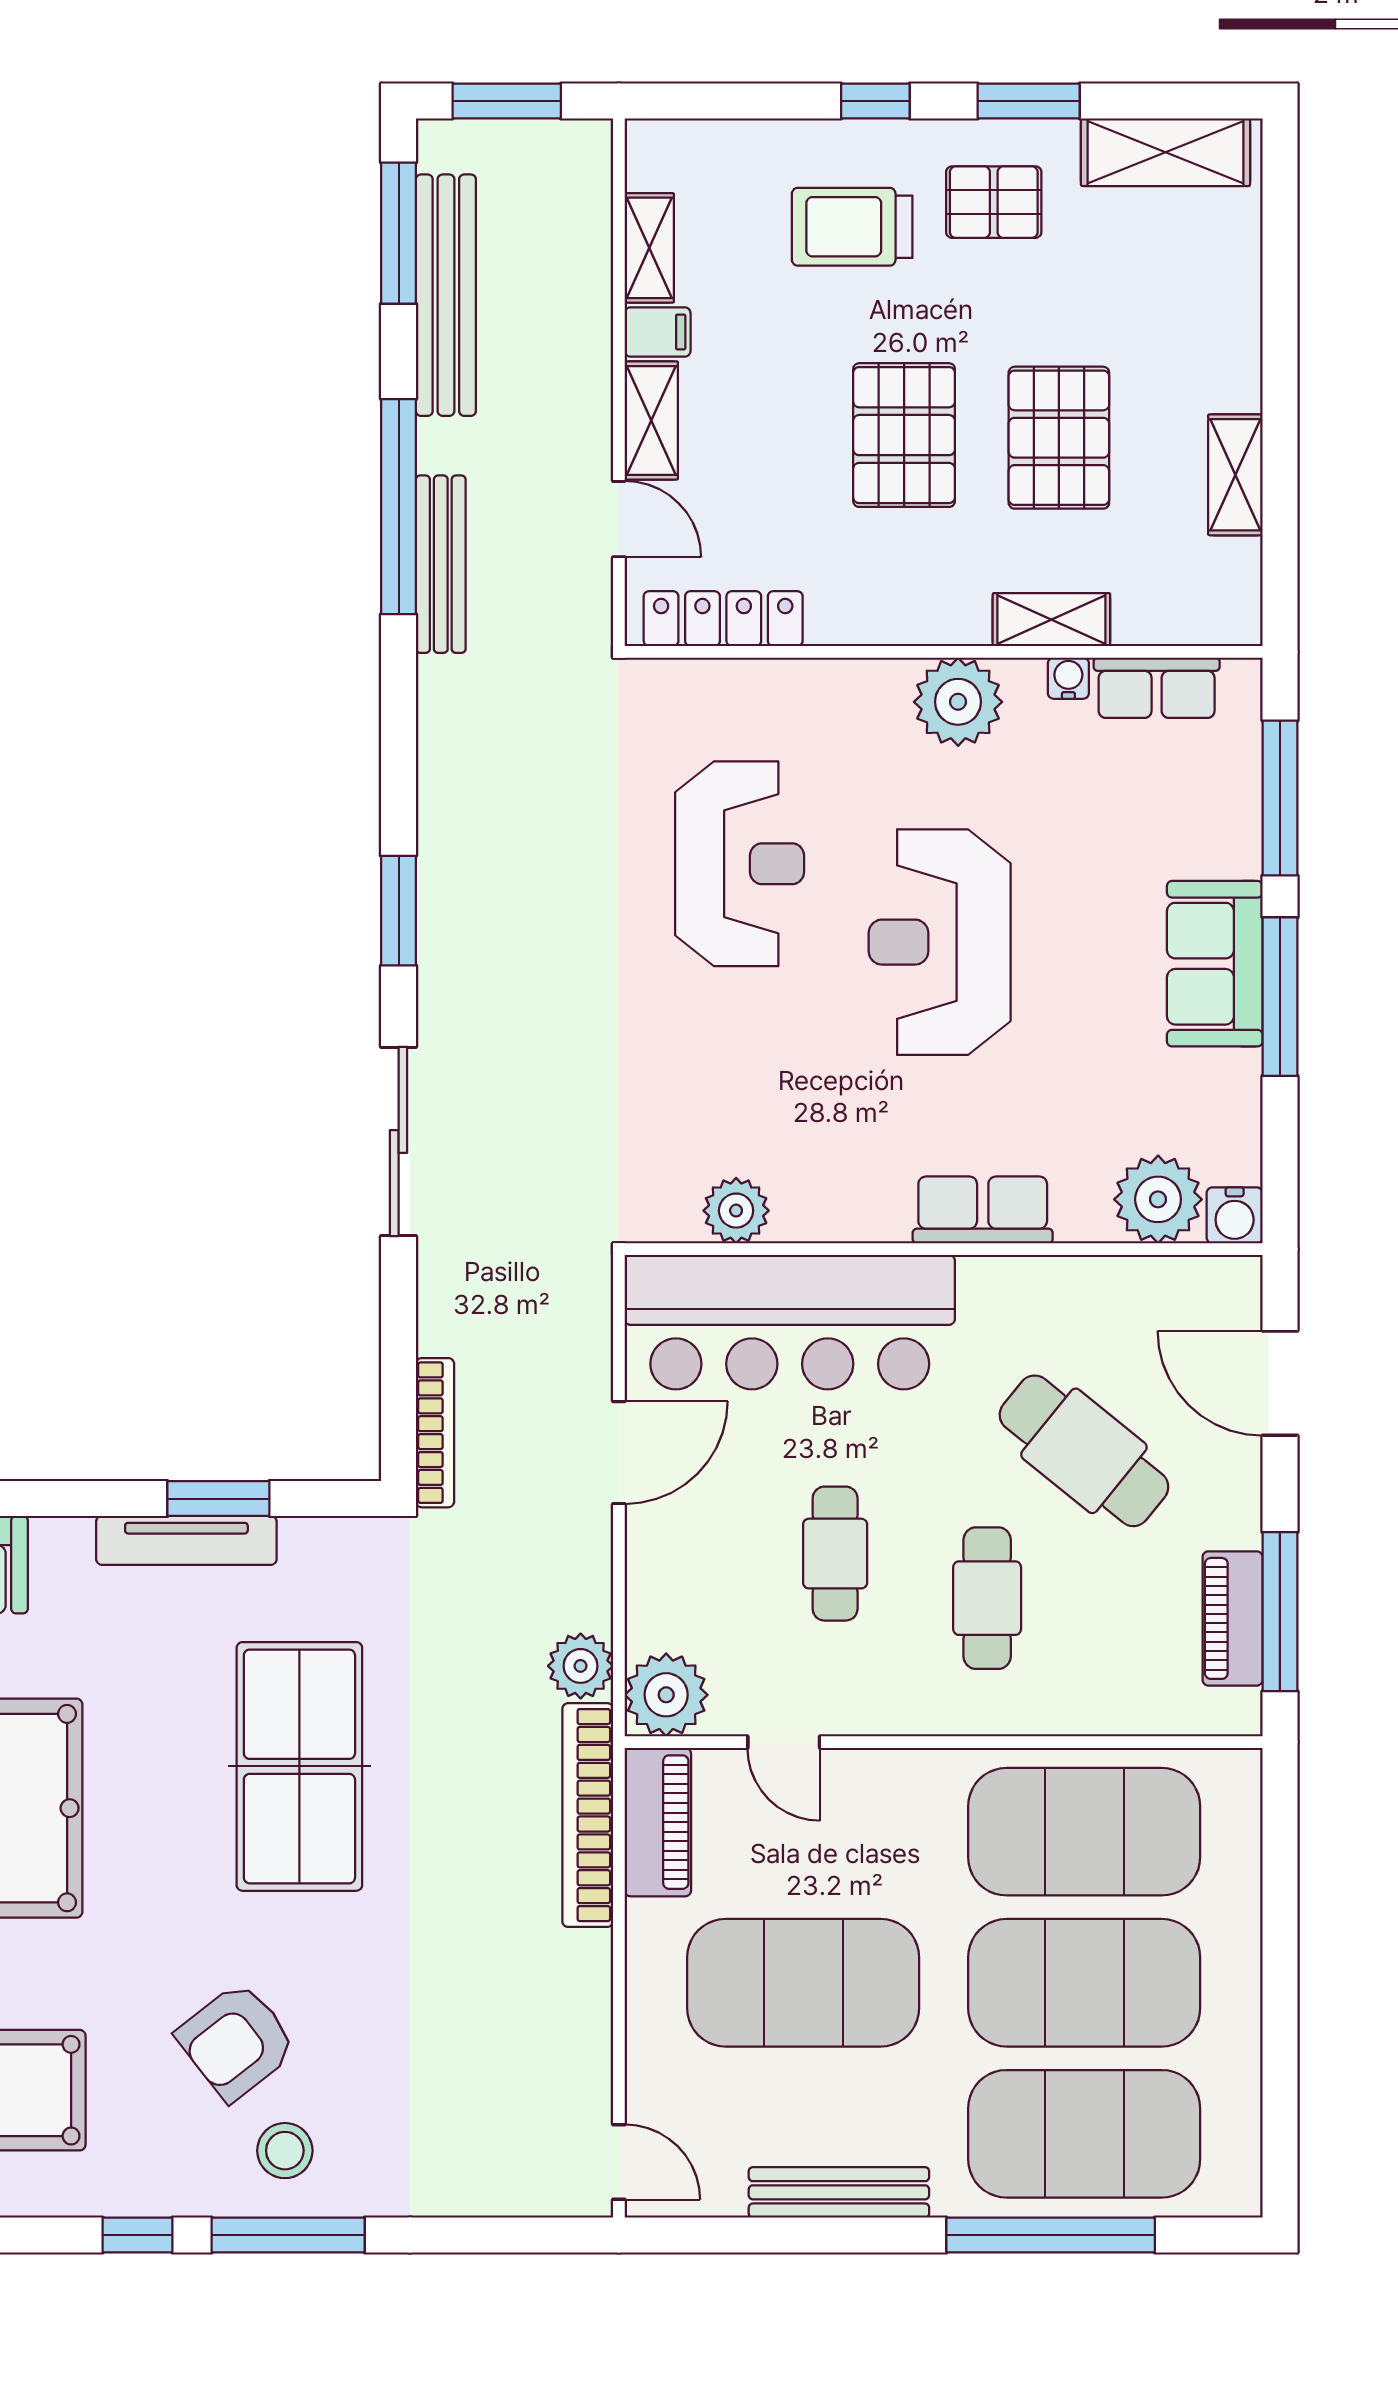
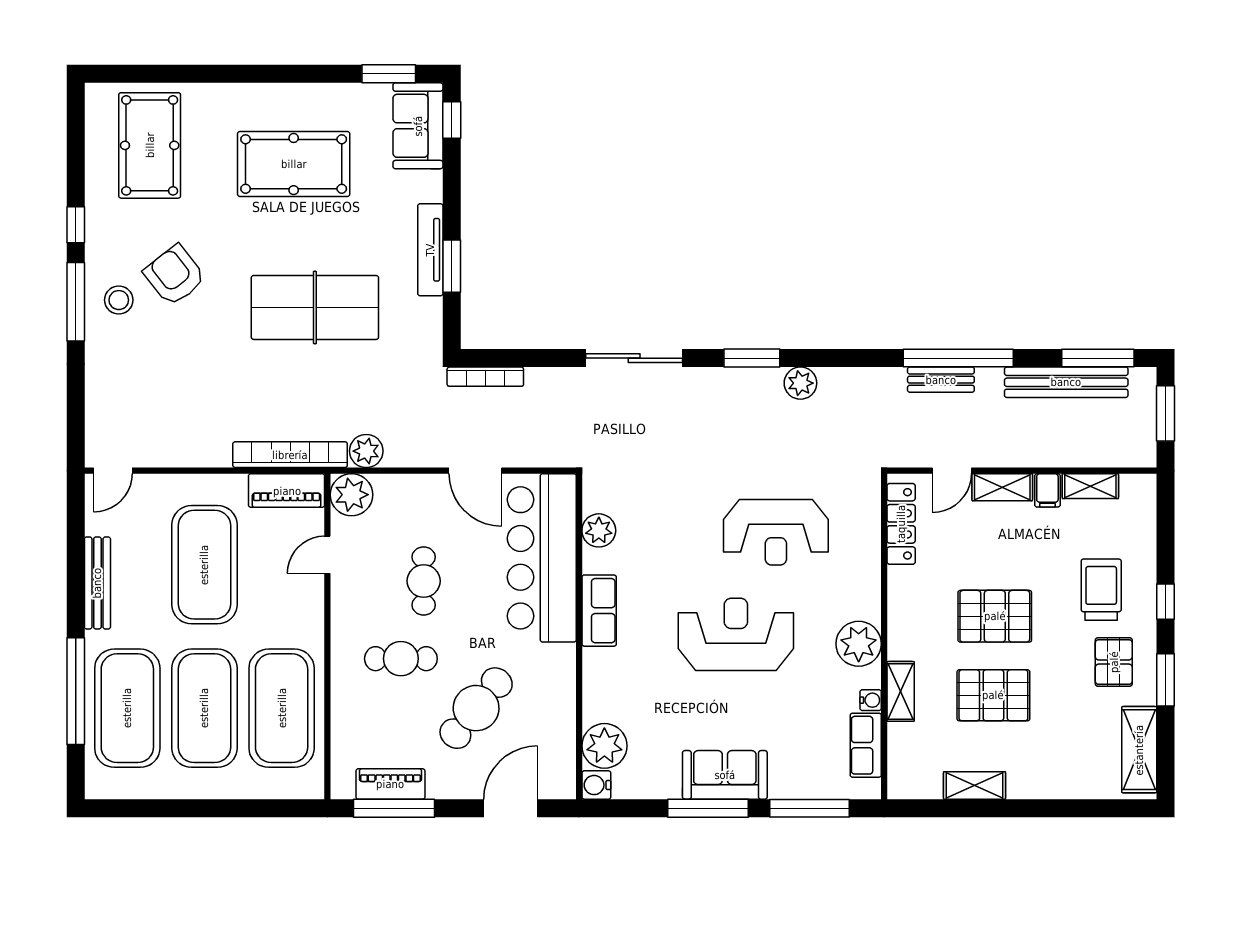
bench: (441, 564) -> (941, 380), width x0.73
plant: (448, 816) -> (800, 383), added
row of seats: (983, 1210) -> (599, 611), moved
cafe table: (835, 1554) -> (424, 581), turned 90

